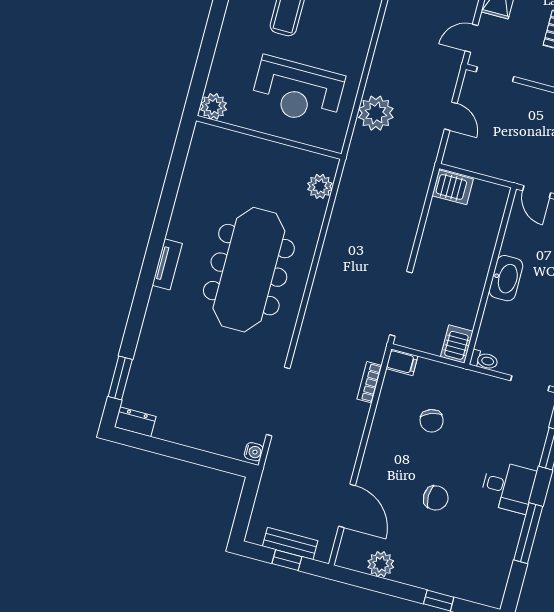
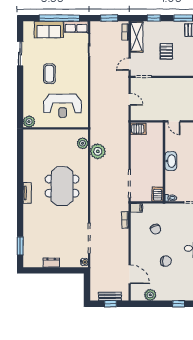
plant: (376, 113) -> (98, 151), moved
meeting table: (249, 270) -> (62, 186), width x0.73
dresser: (135, 422) -> (51, 263), moved

